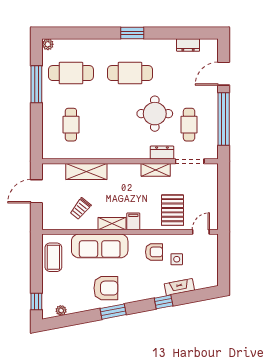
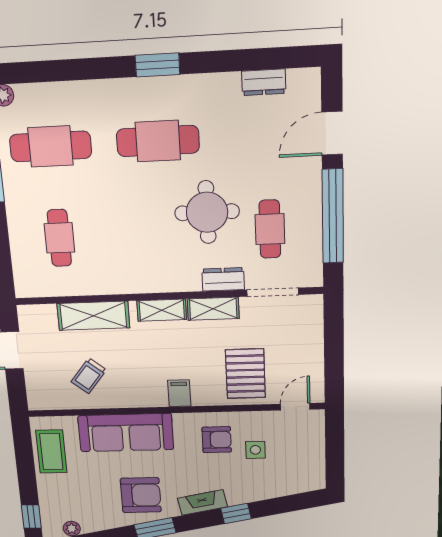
shelving: (112, 224) -> (162, 310), moved
fireplace: (179, 287) -> (202, 502), moved

